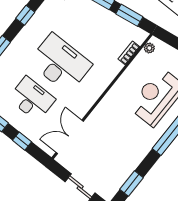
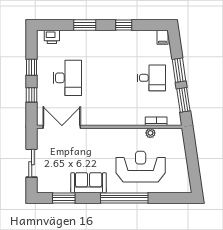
plant: (149, 48) -> (150, 133), moved
desk: (60, 63) -> (151, 78), moved, width x0.53, depth x0.77
sofa: (135, 152) -> (89, 183), added

